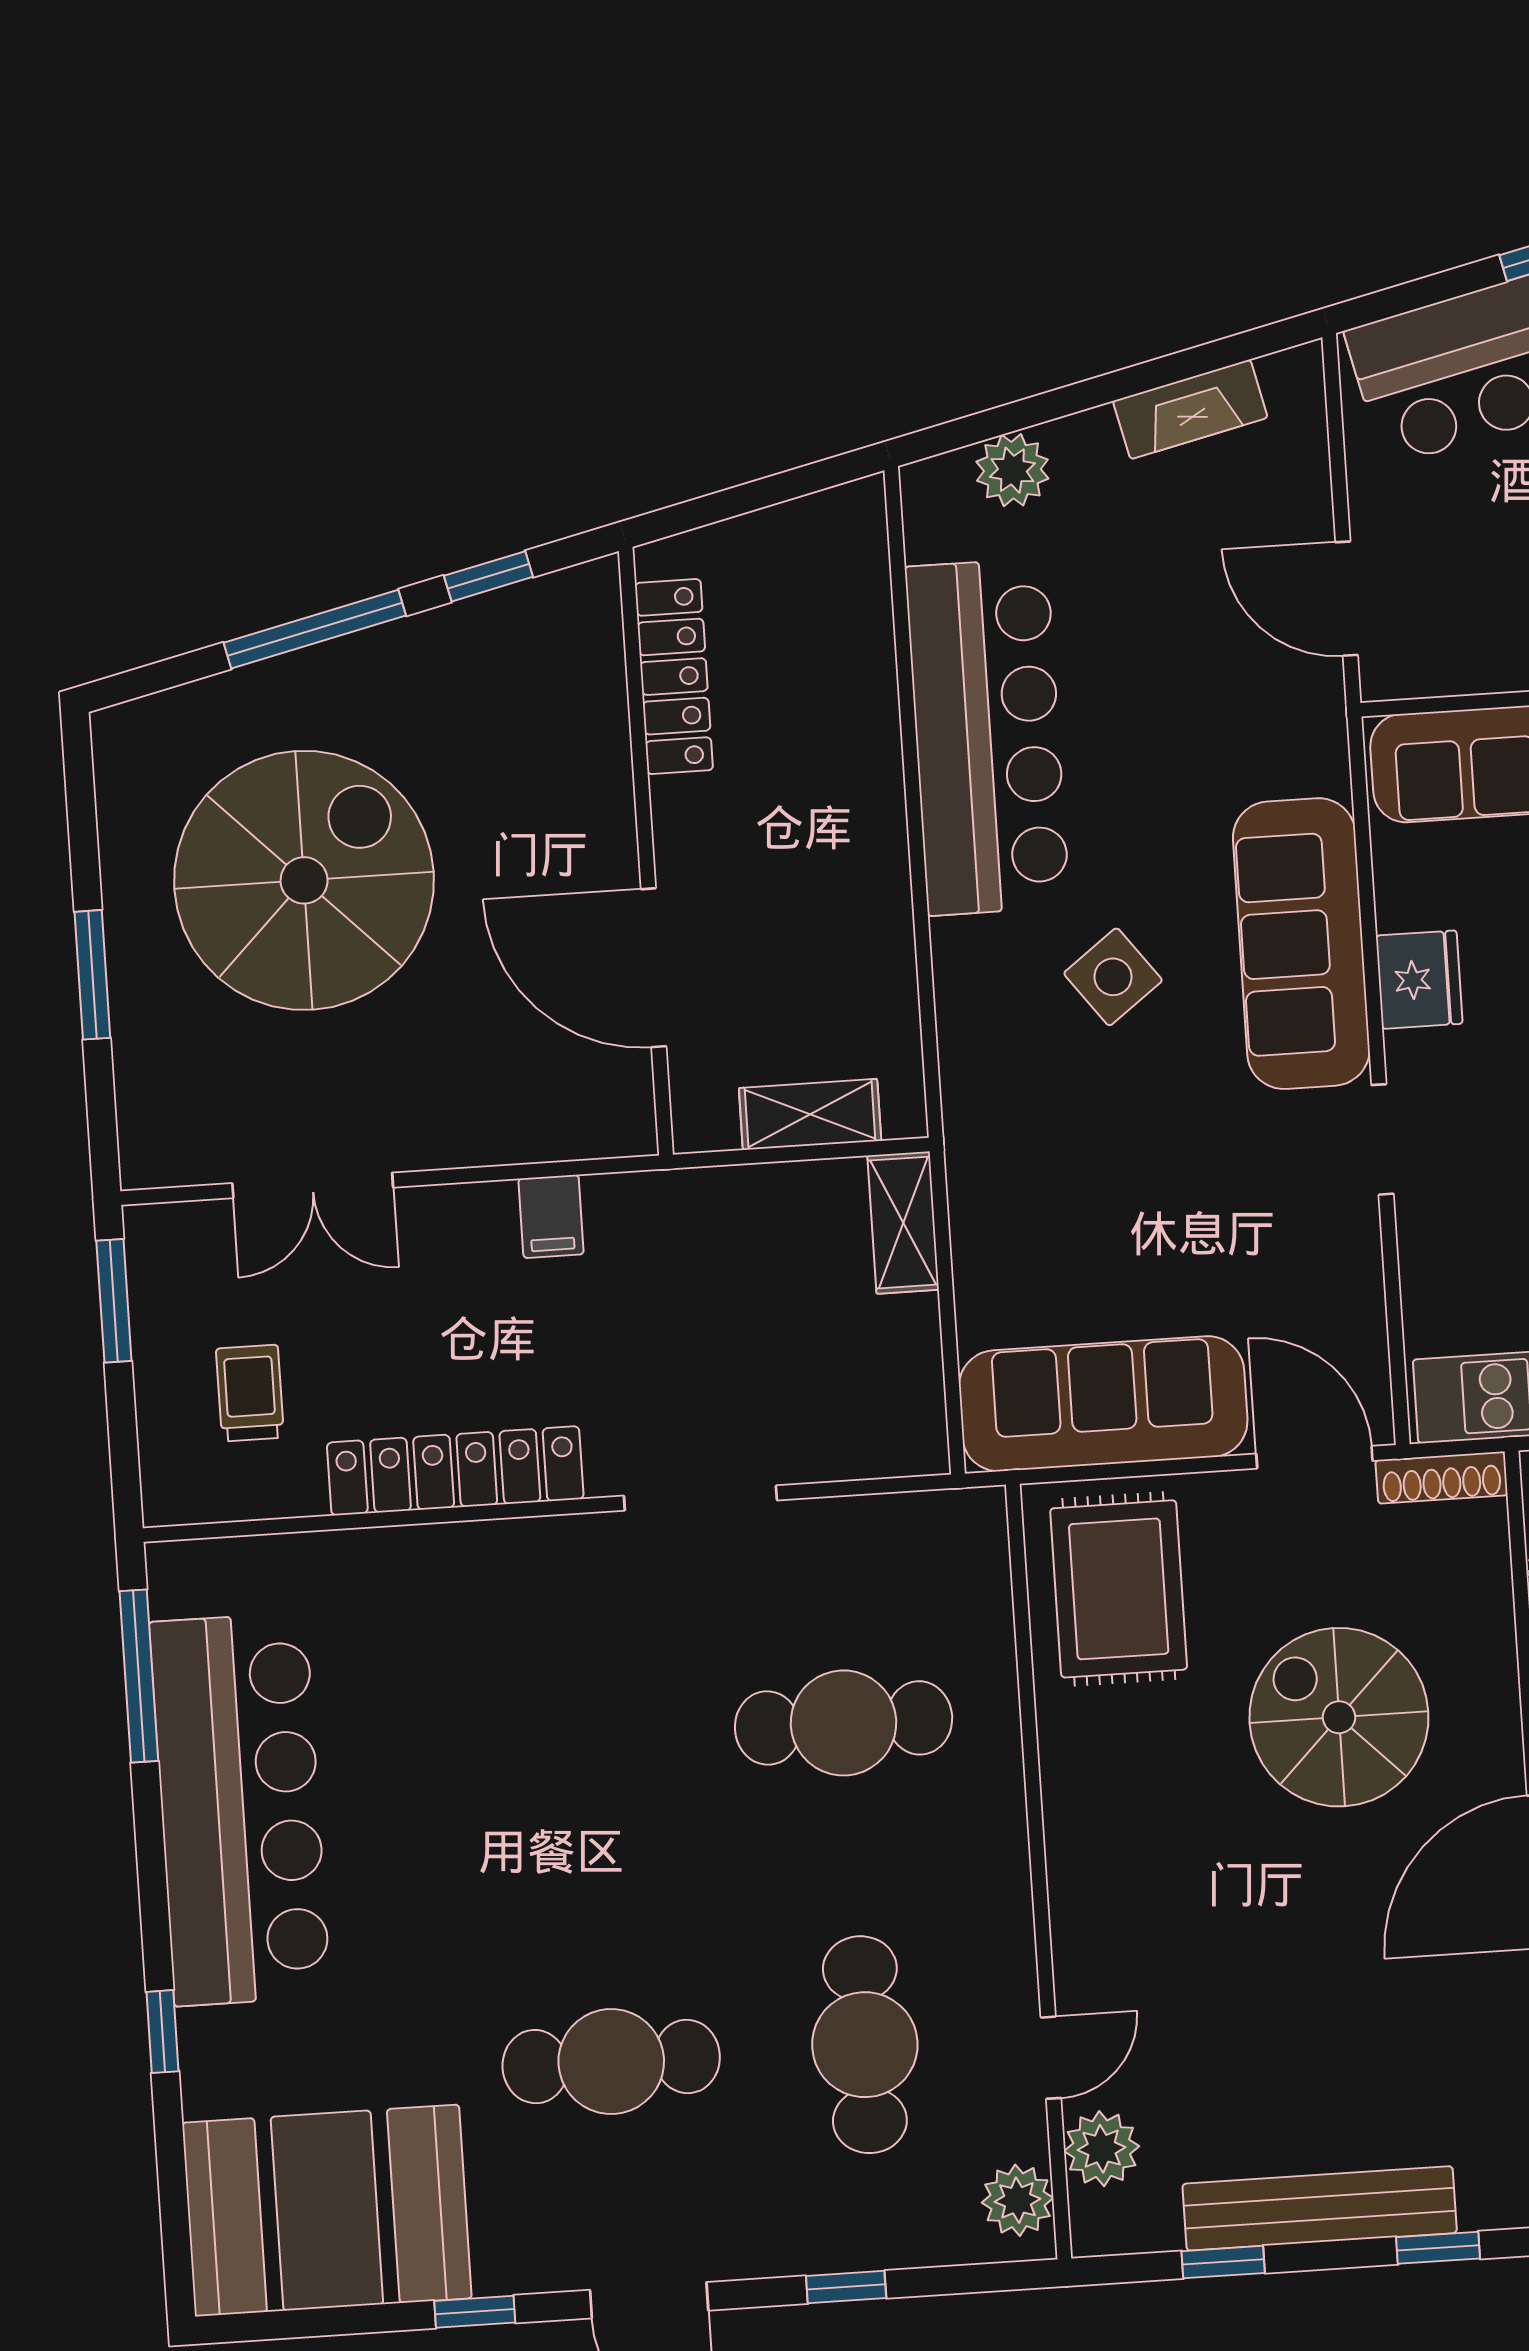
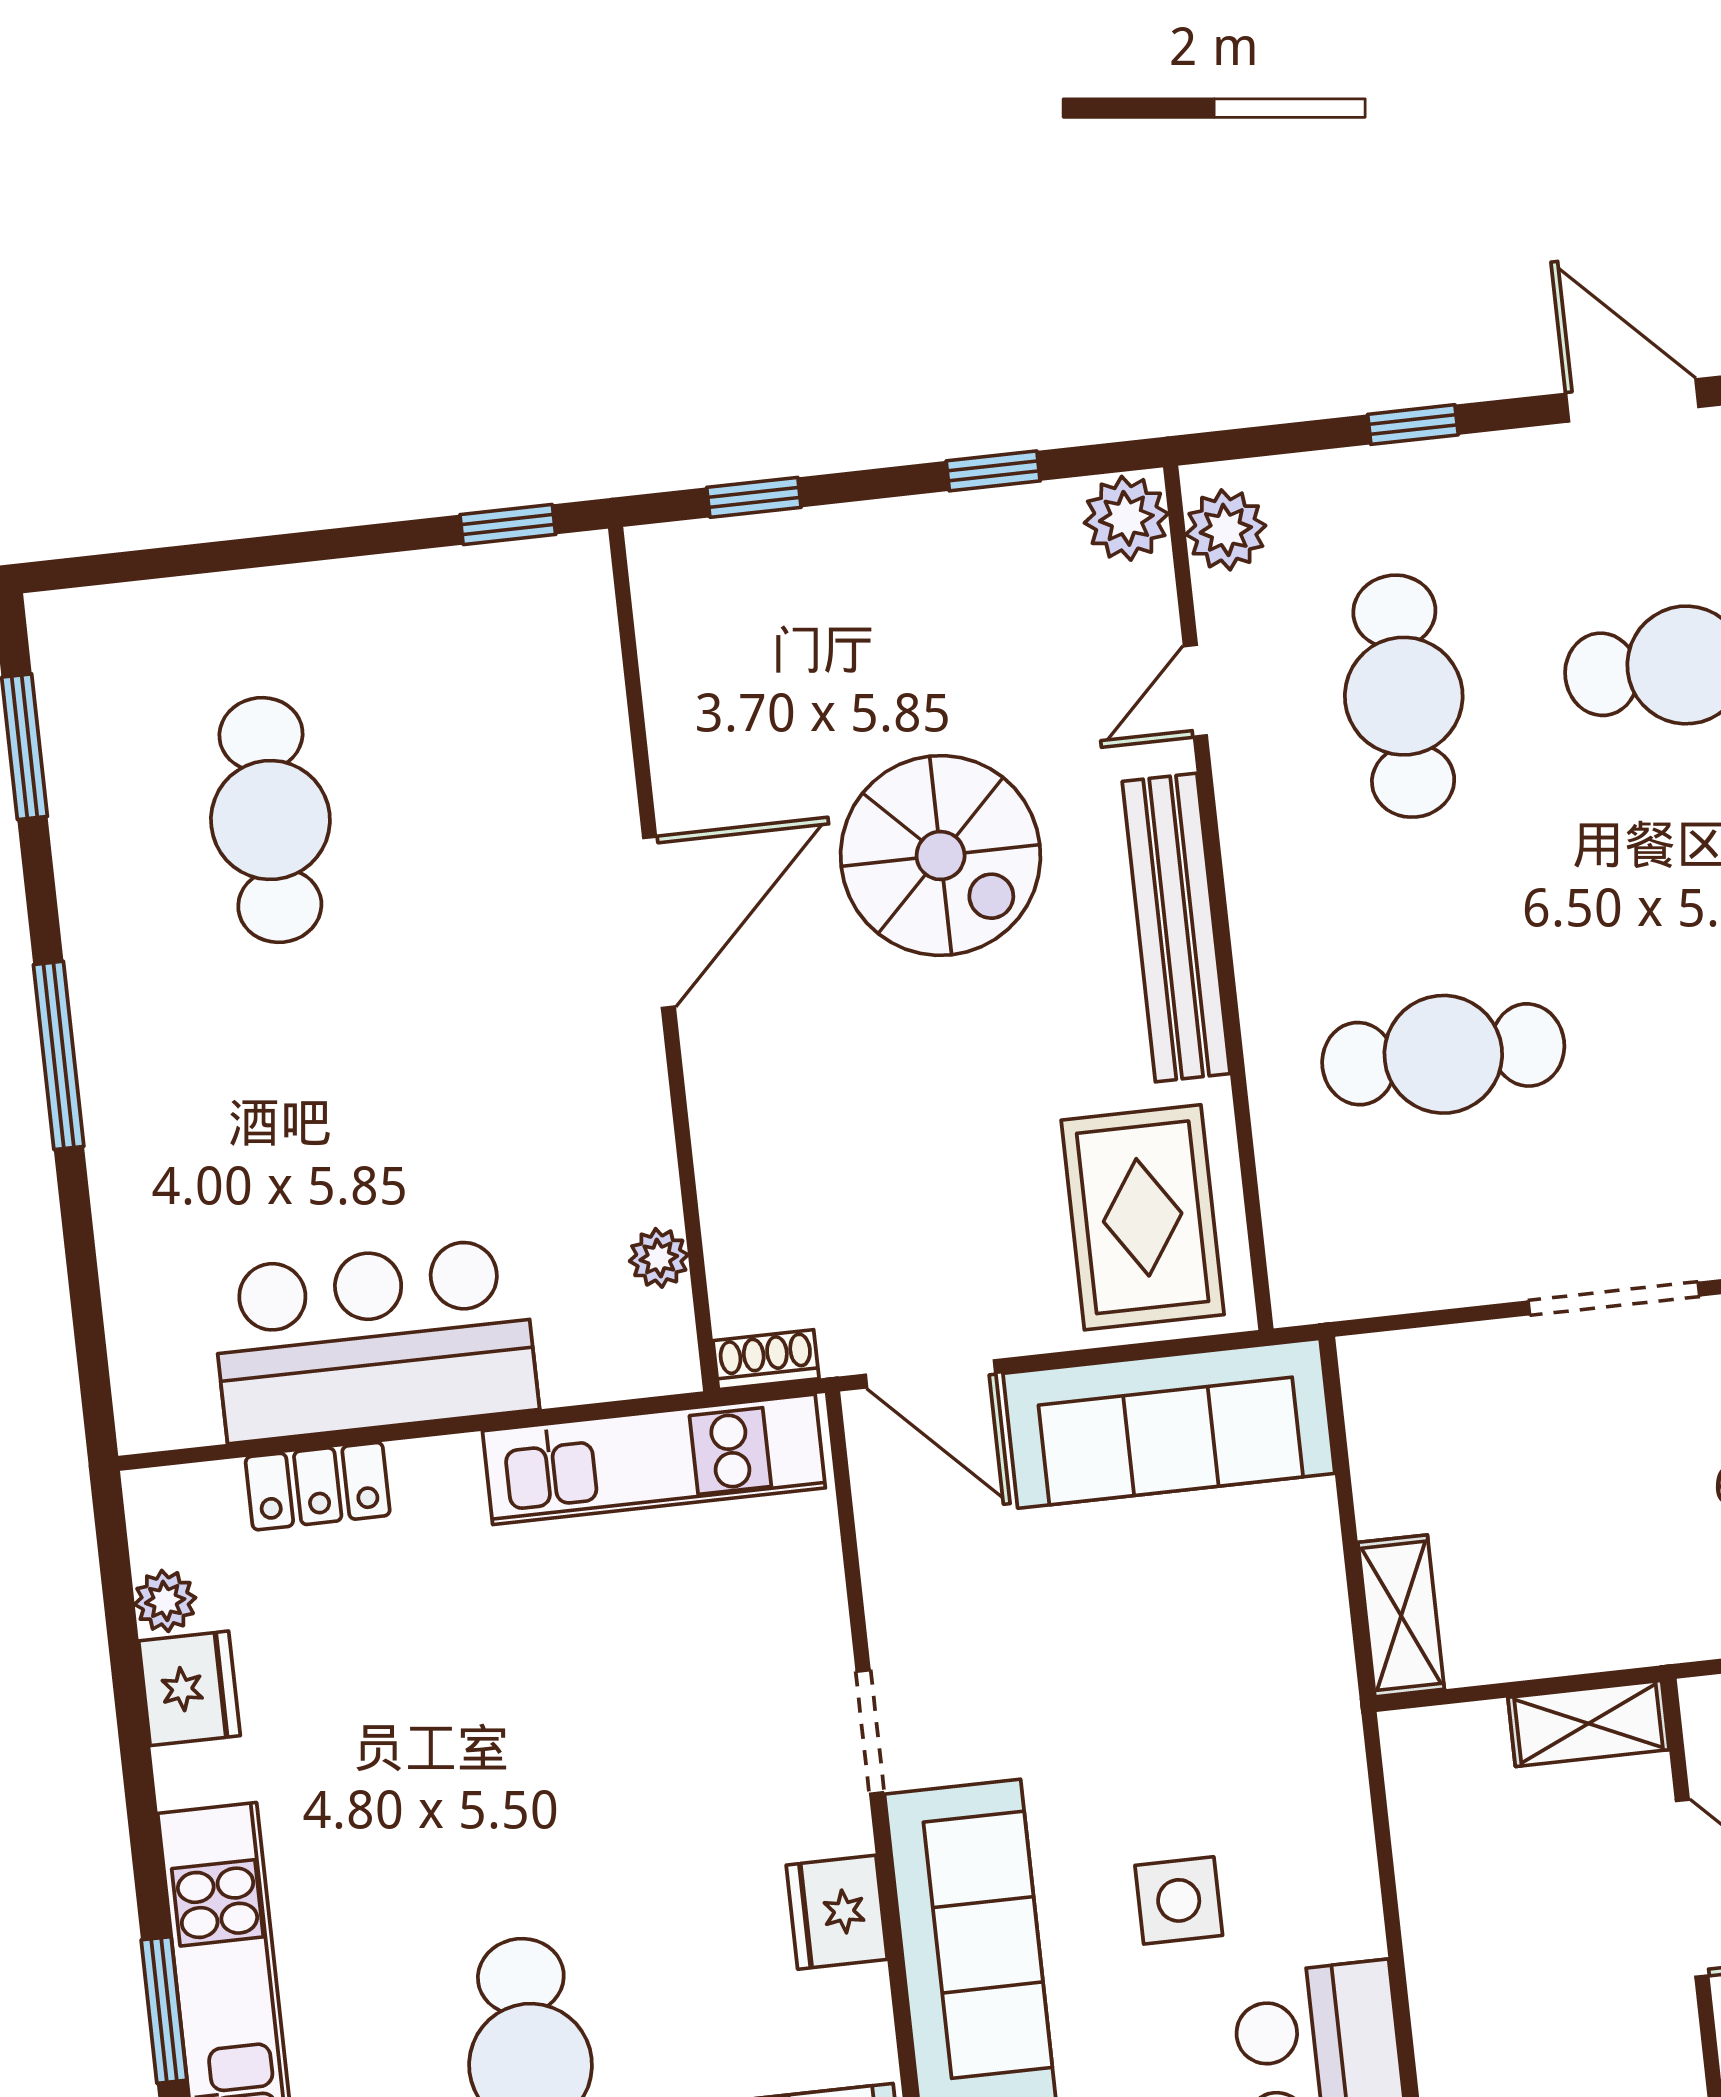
side table: (1113, 977) -> (1179, 1900), turned 37
shelving: (810, 1114) -> (1589, 1724), moved
shoe rack: (1442, 1478) -> (766, 1360), width x0.70
spiral stairs: (1339, 1717) -> (941, 856), moved
plant: (1102, 2149) -> (1126, 518), moved
bench: (1320, 2208) -> (1176, 928), moved, turned 90

